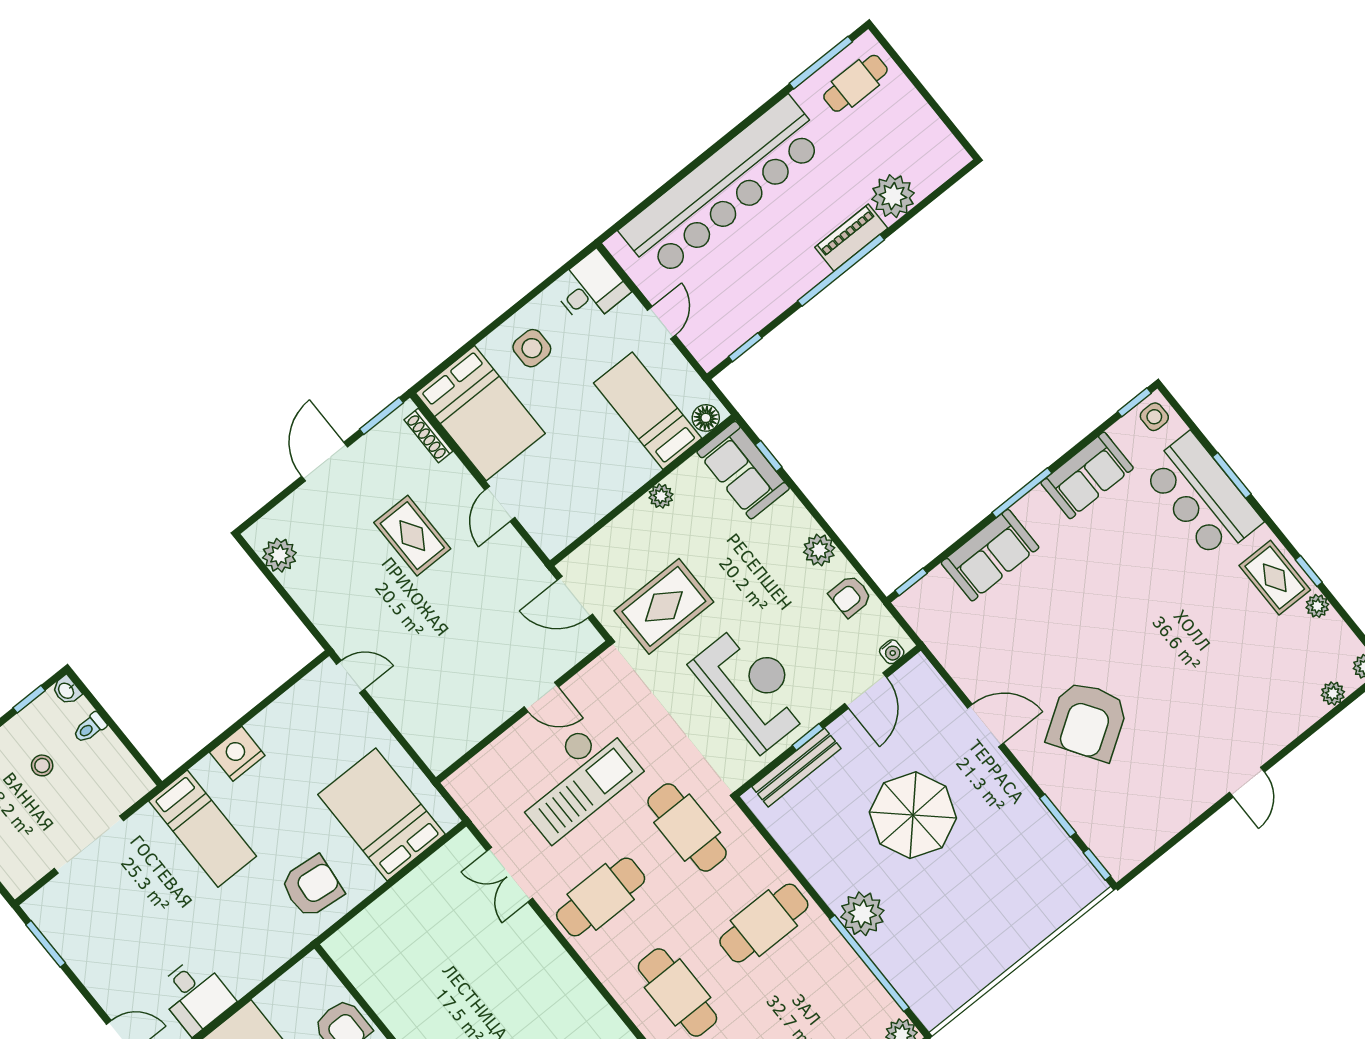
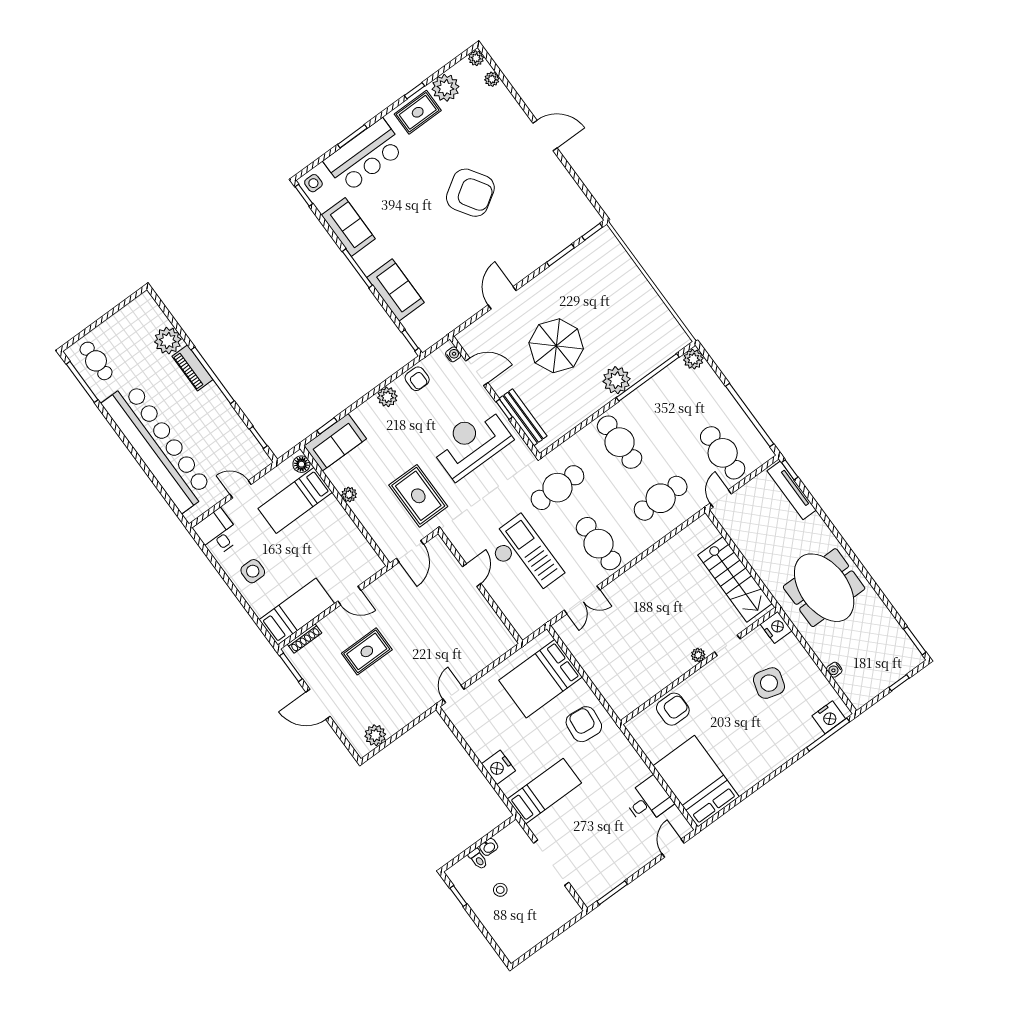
bed: (480, 413) -> (297, 612), width x0.67
plant: (1317, 606) -> (446, 88), width x1.87, depth x1.87
washbasin: (67, 690) -> (489, 847), moved
armchair: (1087, 721) -> (470, 193), moved
door: (1247, 782) -> (545, 135), width x1.38

